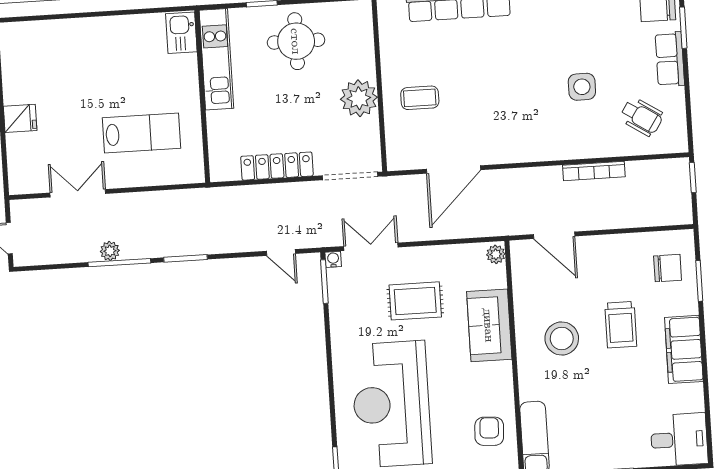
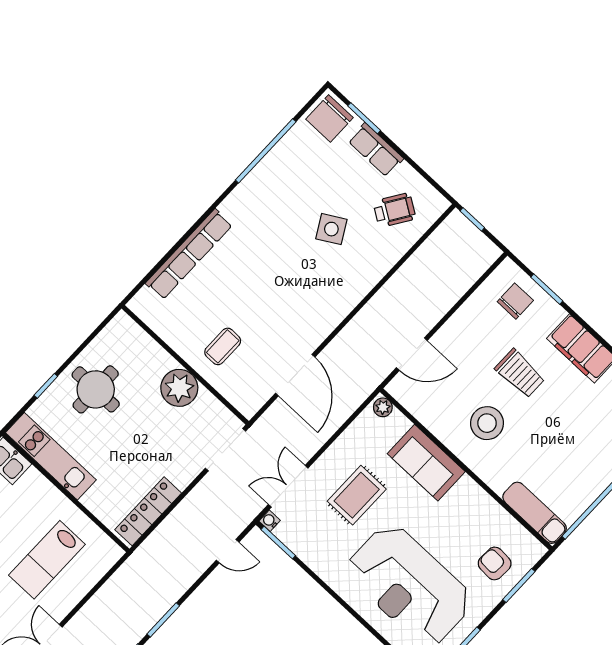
side table: (582, 87) -> (331, 229), turned -30
lab bench: (141, 133) -> (47, 560), turned 180
locker: (277, 166) -> (148, 511), moved
bookcase: (594, 171) -> (397, 281), removed
armchair: (489, 431) -> (495, 563), moved

